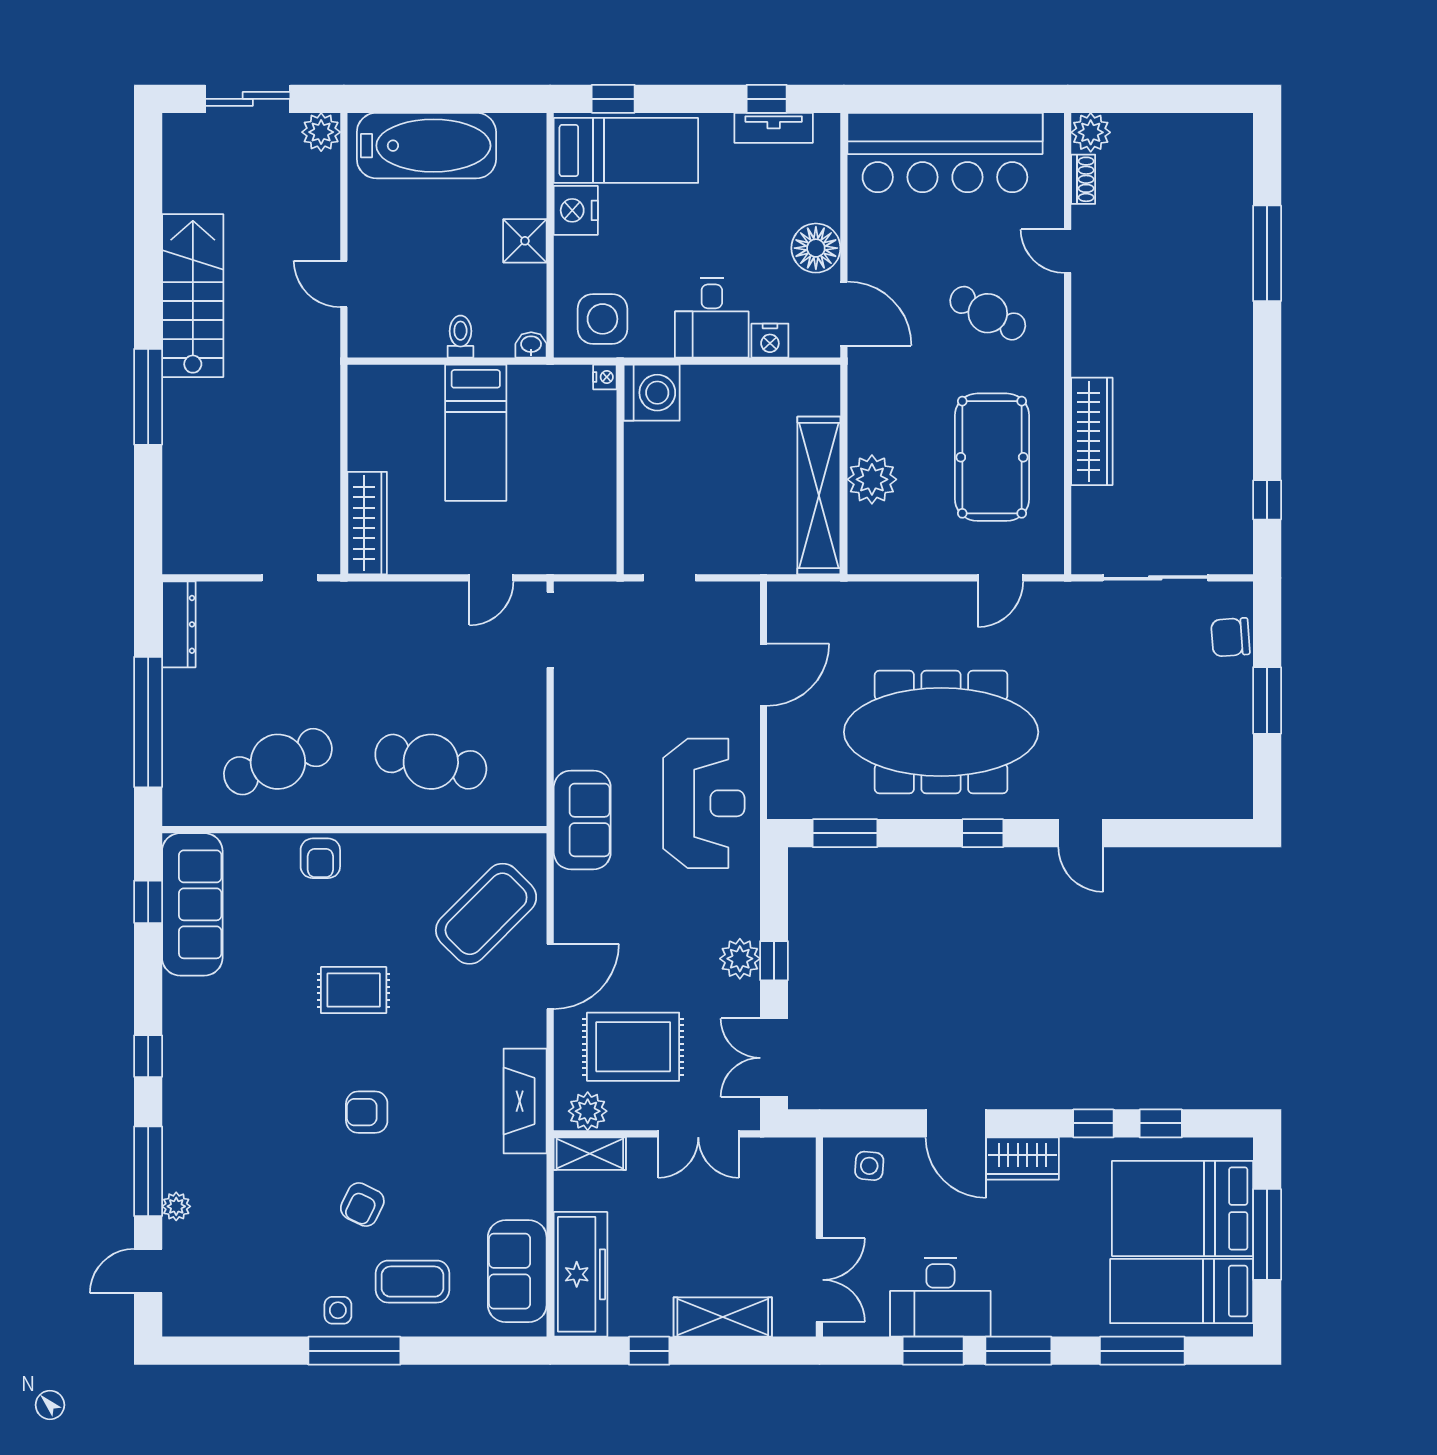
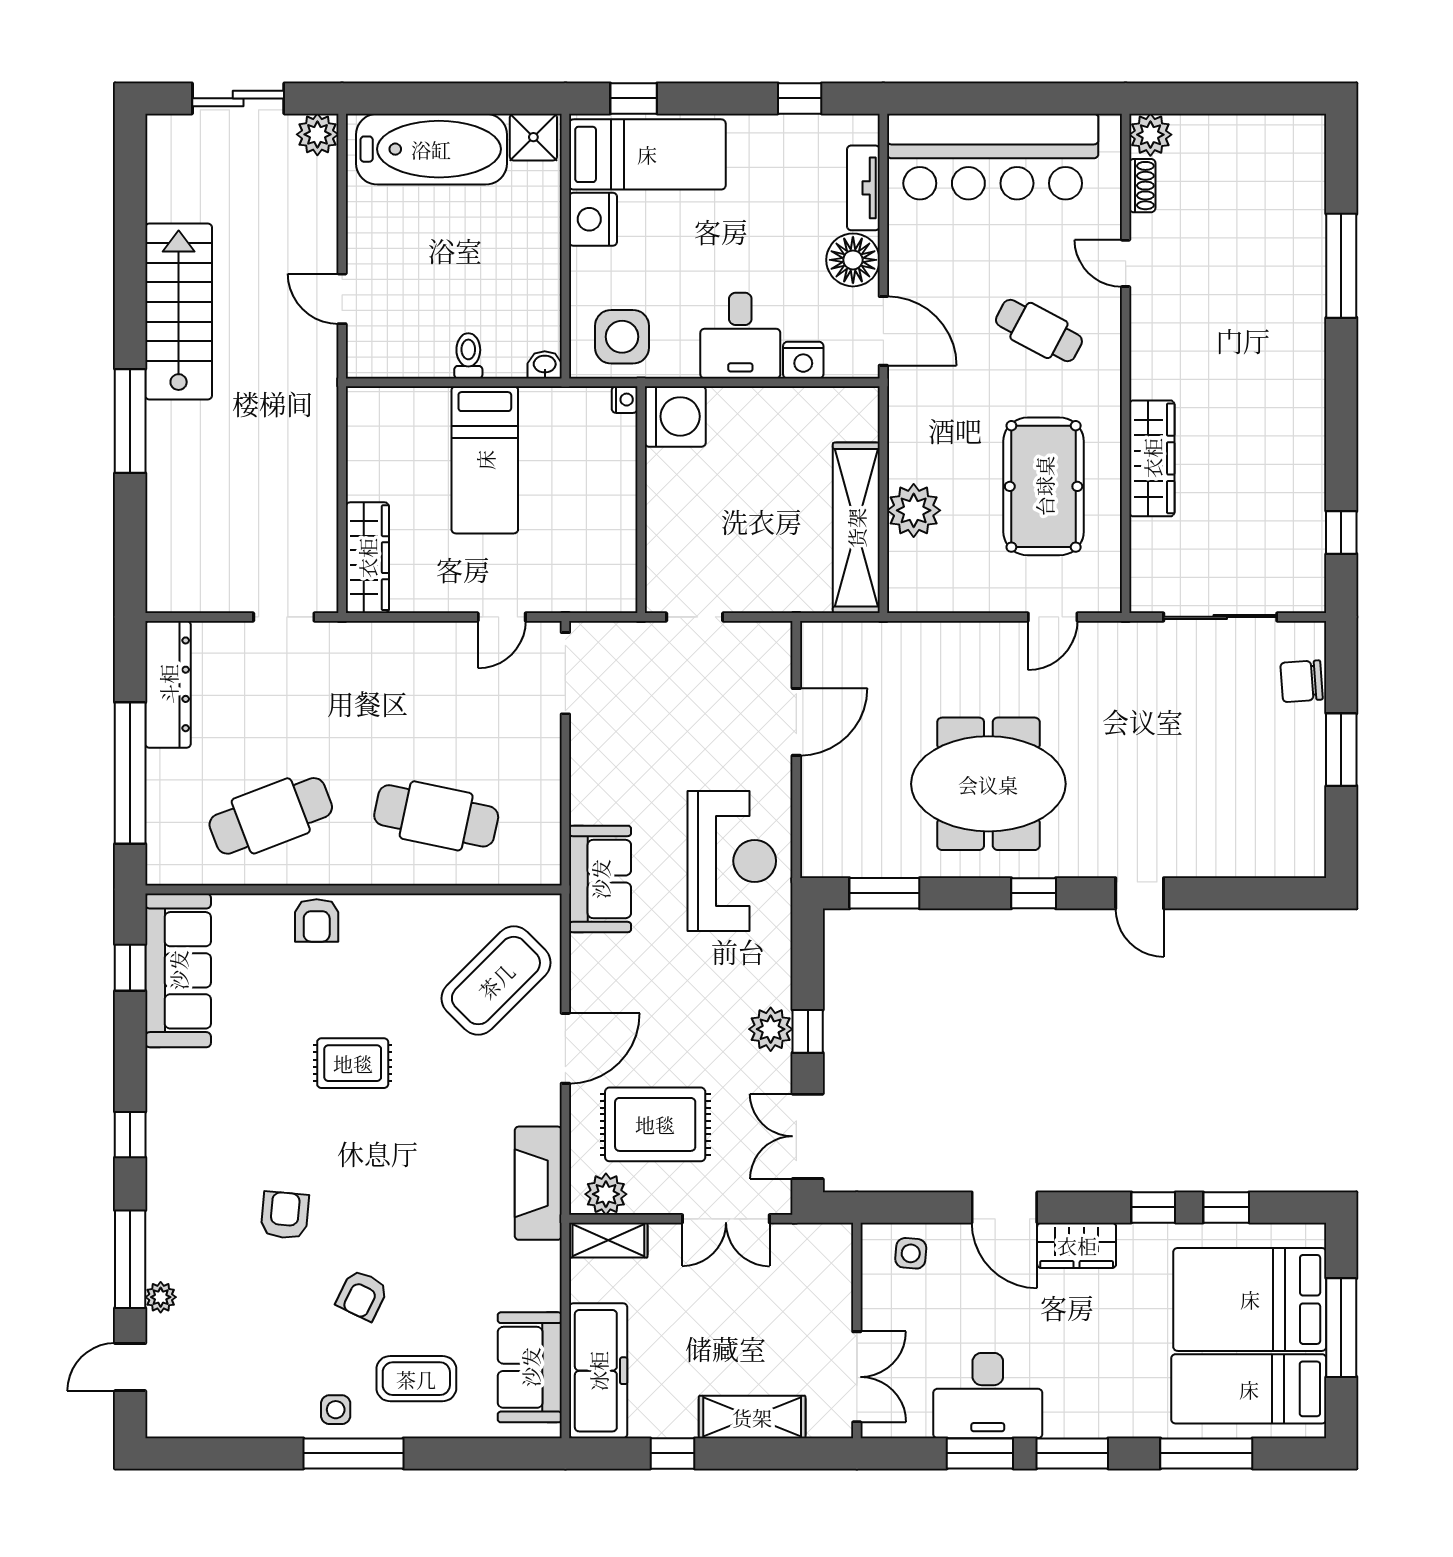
tv unit: (774, 128) -> (863, 188), moved, turned 90
shower: (525, 241) -> (533, 137), moved
dresser: (179, 624) -> (168, 684), width x1.37, depth x1.24
meeting table: (941, 732) -> (988, 784), width x0.73
armchair: (367, 1112) -> (285, 1215), moved, turned 95

